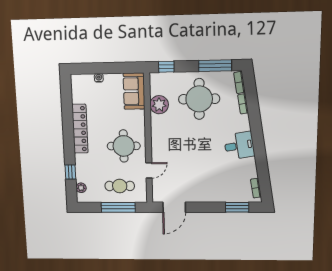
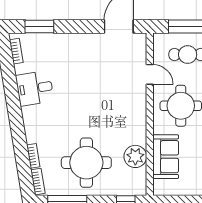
sofa: (134, 91) -> (166, 157), moved
desk: (239, 146) -> (35, 88), moved
door: (149, 170) -> (150, 74), swing flipped

